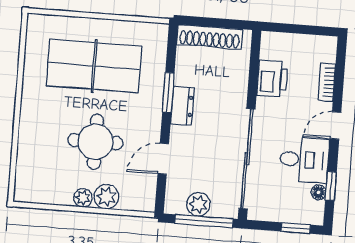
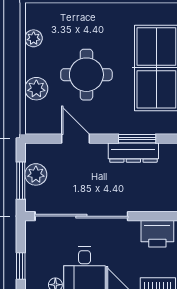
dresser: (182, 106) -> (133, 153), width x1.44
plant: (83, 198) -> (34, 38), moved
window: (204, 221) -> (21, 181), width x0.69

